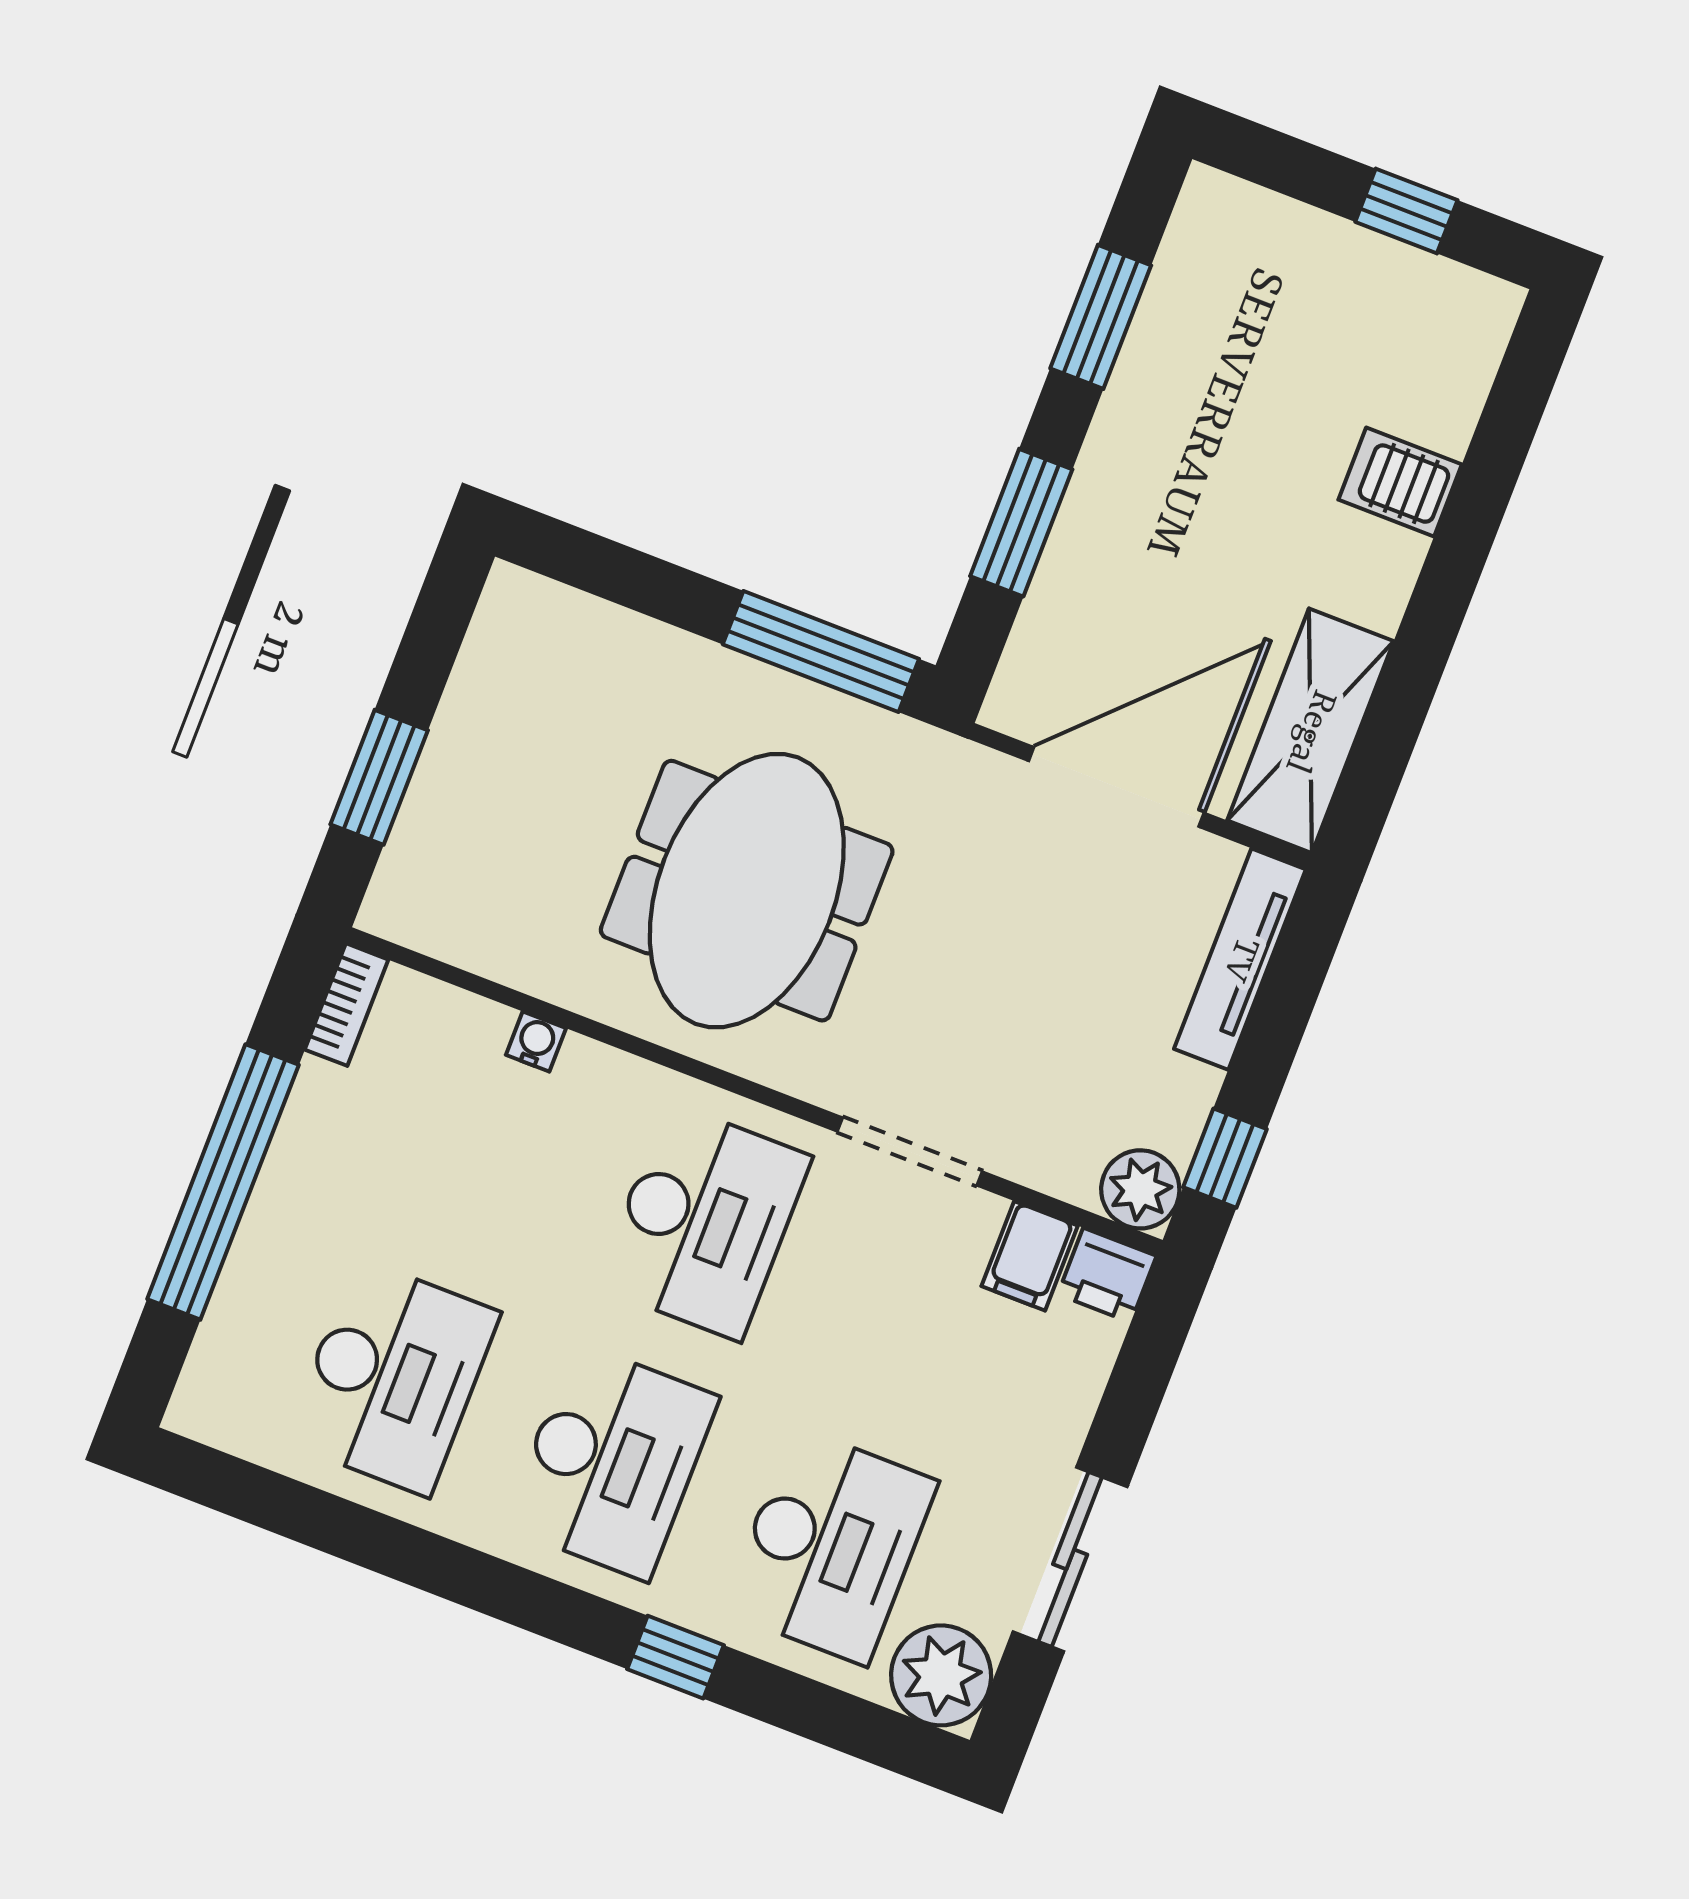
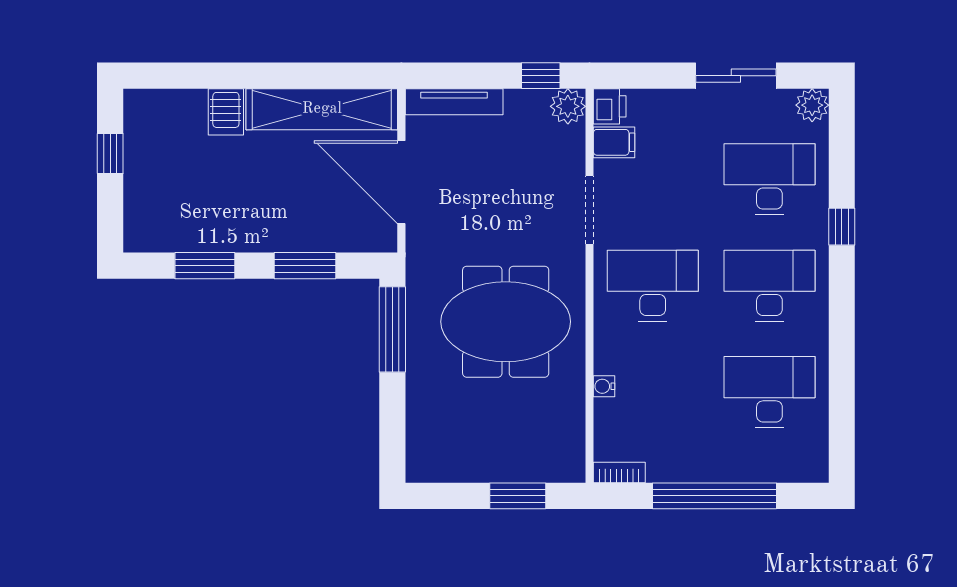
shelving: (1310, 731) -> (322, 109), width x1.47
plant: (941, 1675) -> (812, 105), width x0.73, depth x0.73

